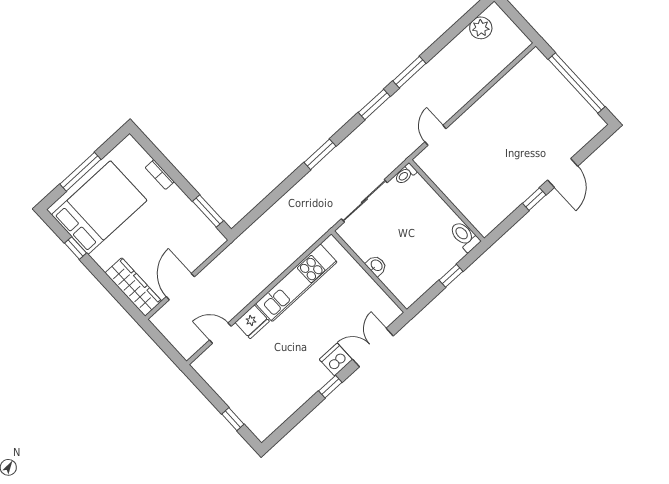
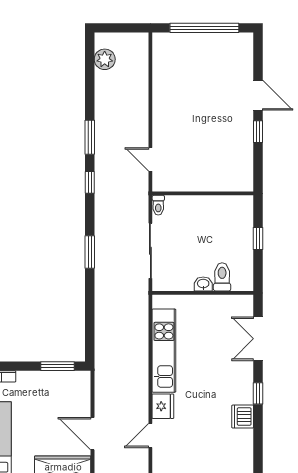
window: (374, 104) -> (90, 182), width x0.67
toilet: (465, 236) -> (222, 277), moved, turned 90
dishwasher: (336, 360) -> (243, 417), moved

